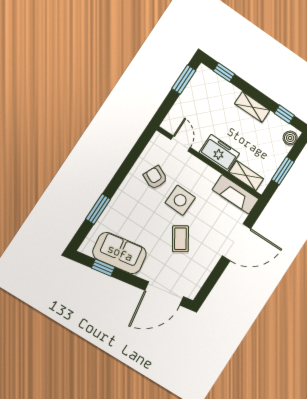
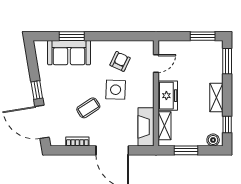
window: (224, 72) -> (227, 61), width x1.50
sofa: (120, 253) -> (69, 53), moved, turned 99
window: (103, 268) -> (37, 90), moved
bookcase: (206, 271) -> (77, 141), added

